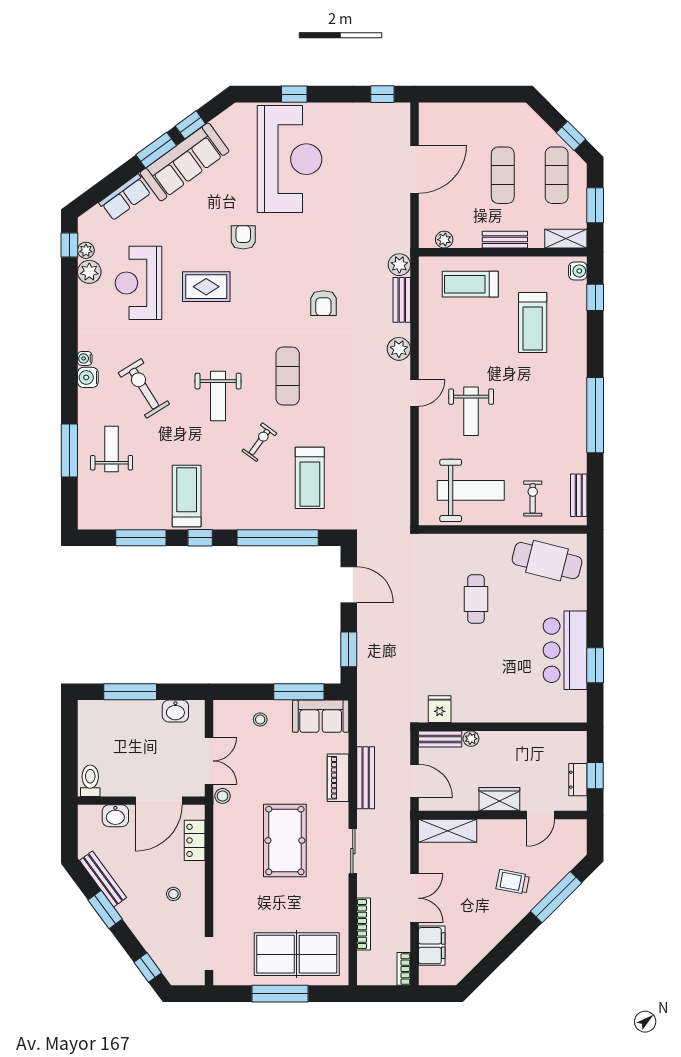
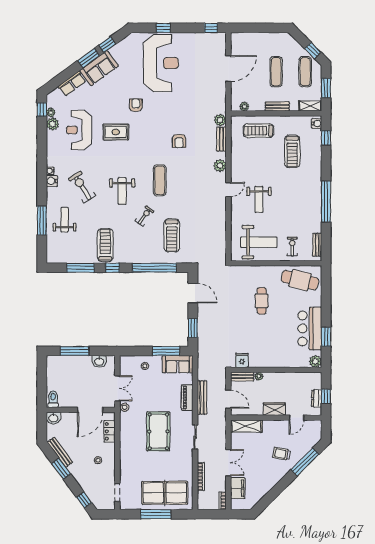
sofa: (184, 162) -> (99, 68), width x0.73
plant: (575, 711) -> (315, 361), added
washbasin: (115, 816) -> (53, 418), moved

